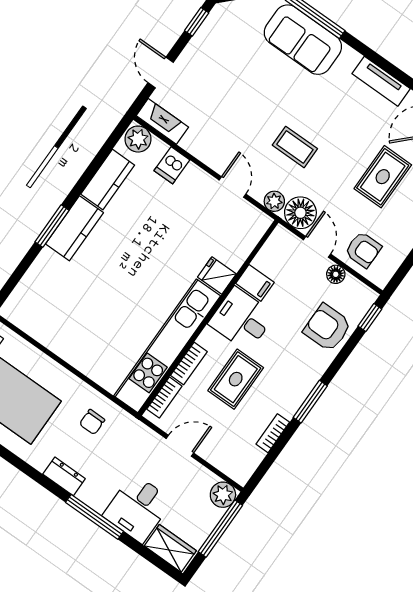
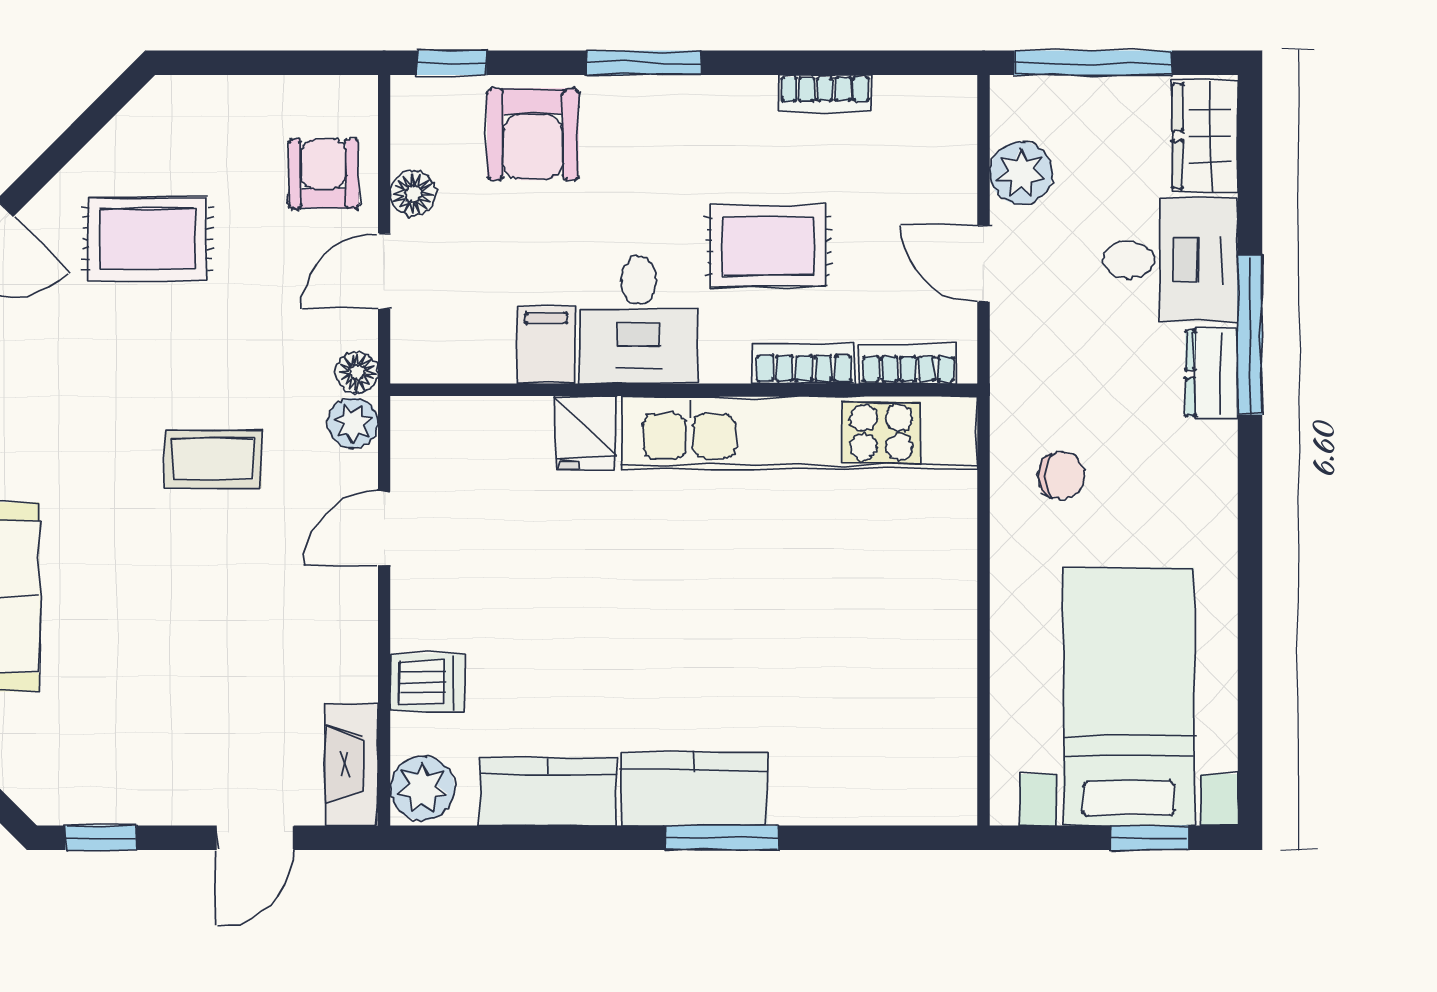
coffee table: (295, 147) -> (213, 459), turned 90
floor lamp: (300, 213) -> (357, 372), width x0.53, depth x0.53
window: (310, 402) -> (644, 63), moved
dresser: (64, 476) -> (1212, 373), moved
plant: (223, 495) -> (1021, 173), moved

